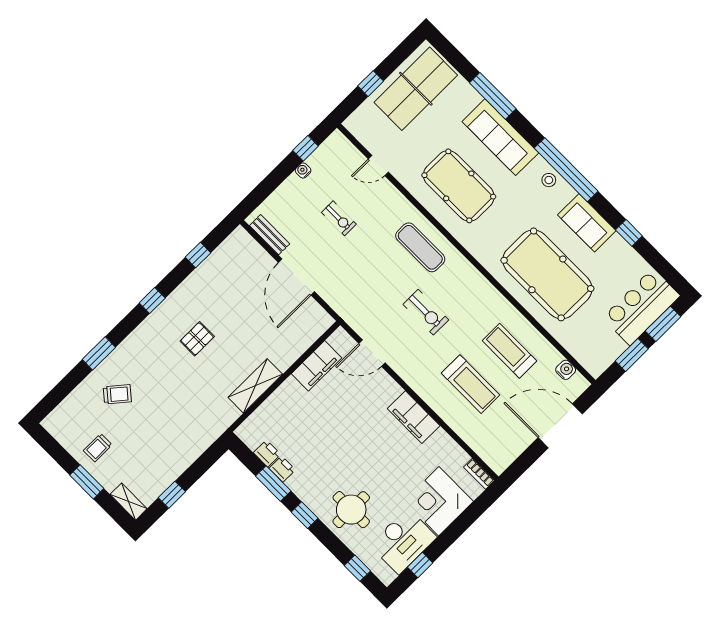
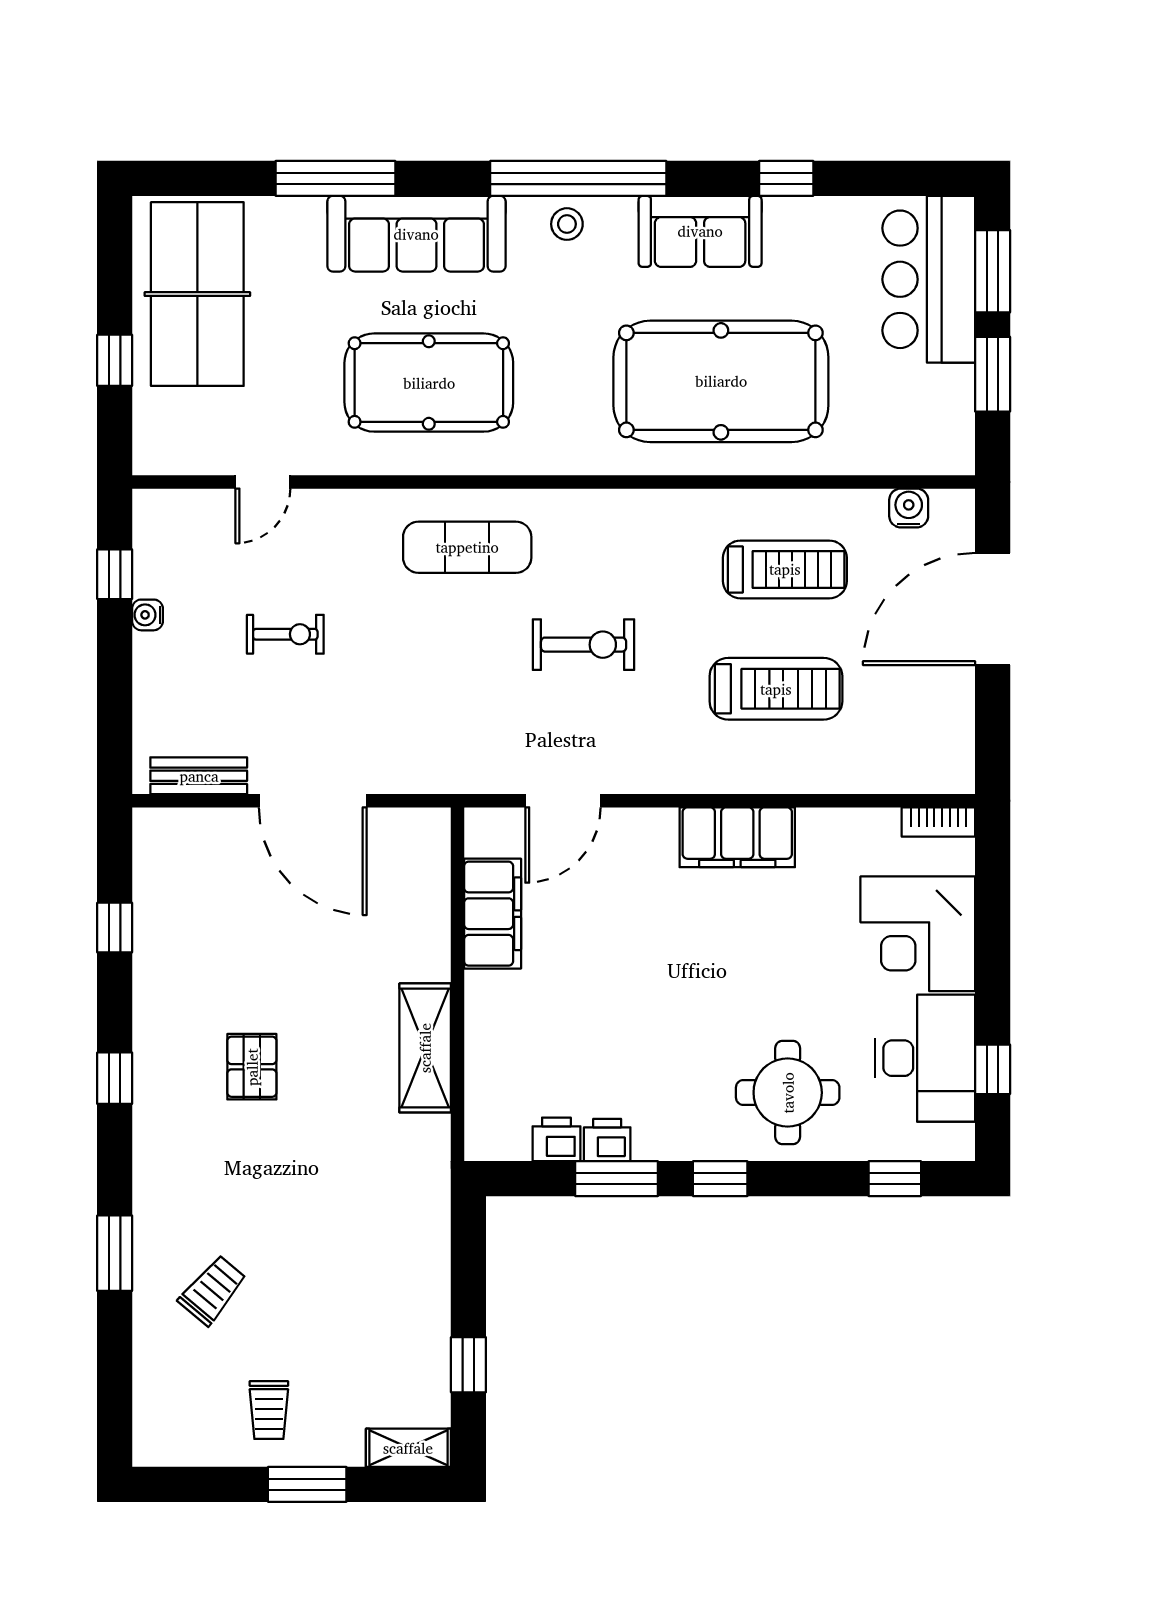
treadmill: (510, 351) -> (785, 569), turned 180

